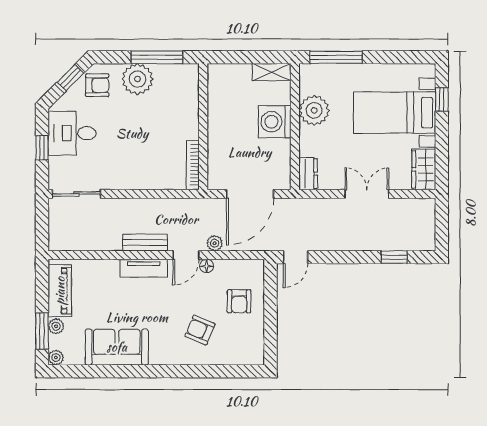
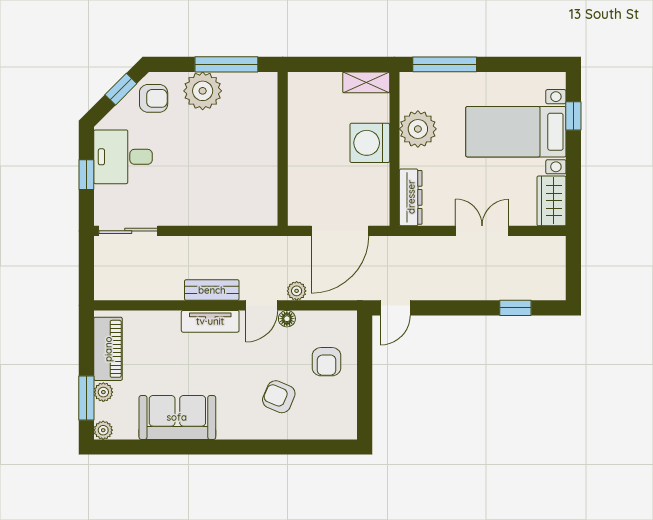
bookcase: (193, 165) -> (270, 196), removed
dresser: (308, 174) -> (411, 197), width x1.44

